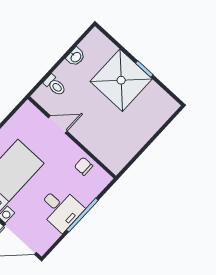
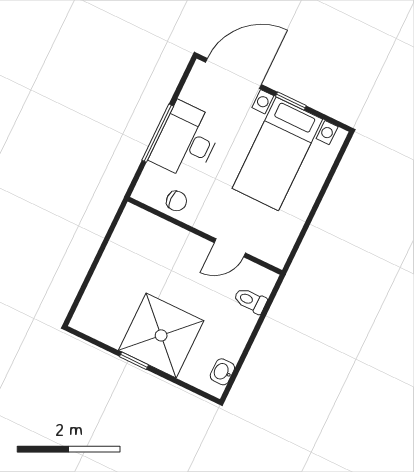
washbasin: (76, 57) -> (222, 372), moved
desk: (60, 209) -> (187, 141), width x1.37

